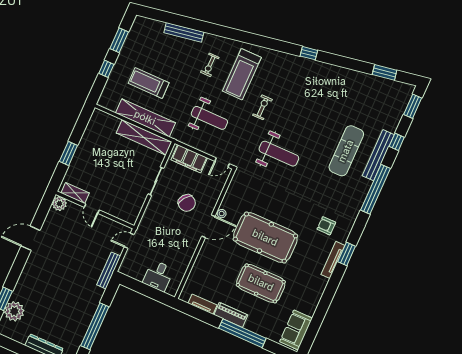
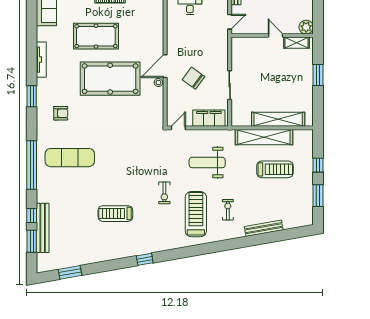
window: (413, 106) -> (32, 241), moved
treadmill: (317, 109) -> (115, 214), added
shelving: (144, 137) -> (278, 119), moved
exercise mat: (346, 151) -> (70, 158), moved, turned 90
weight bench: (279, 154) -> (131, 158), removed
bench: (378, 155) -> (43, 228), moved
tv unit: (333, 260) -> (41, 60), moved

